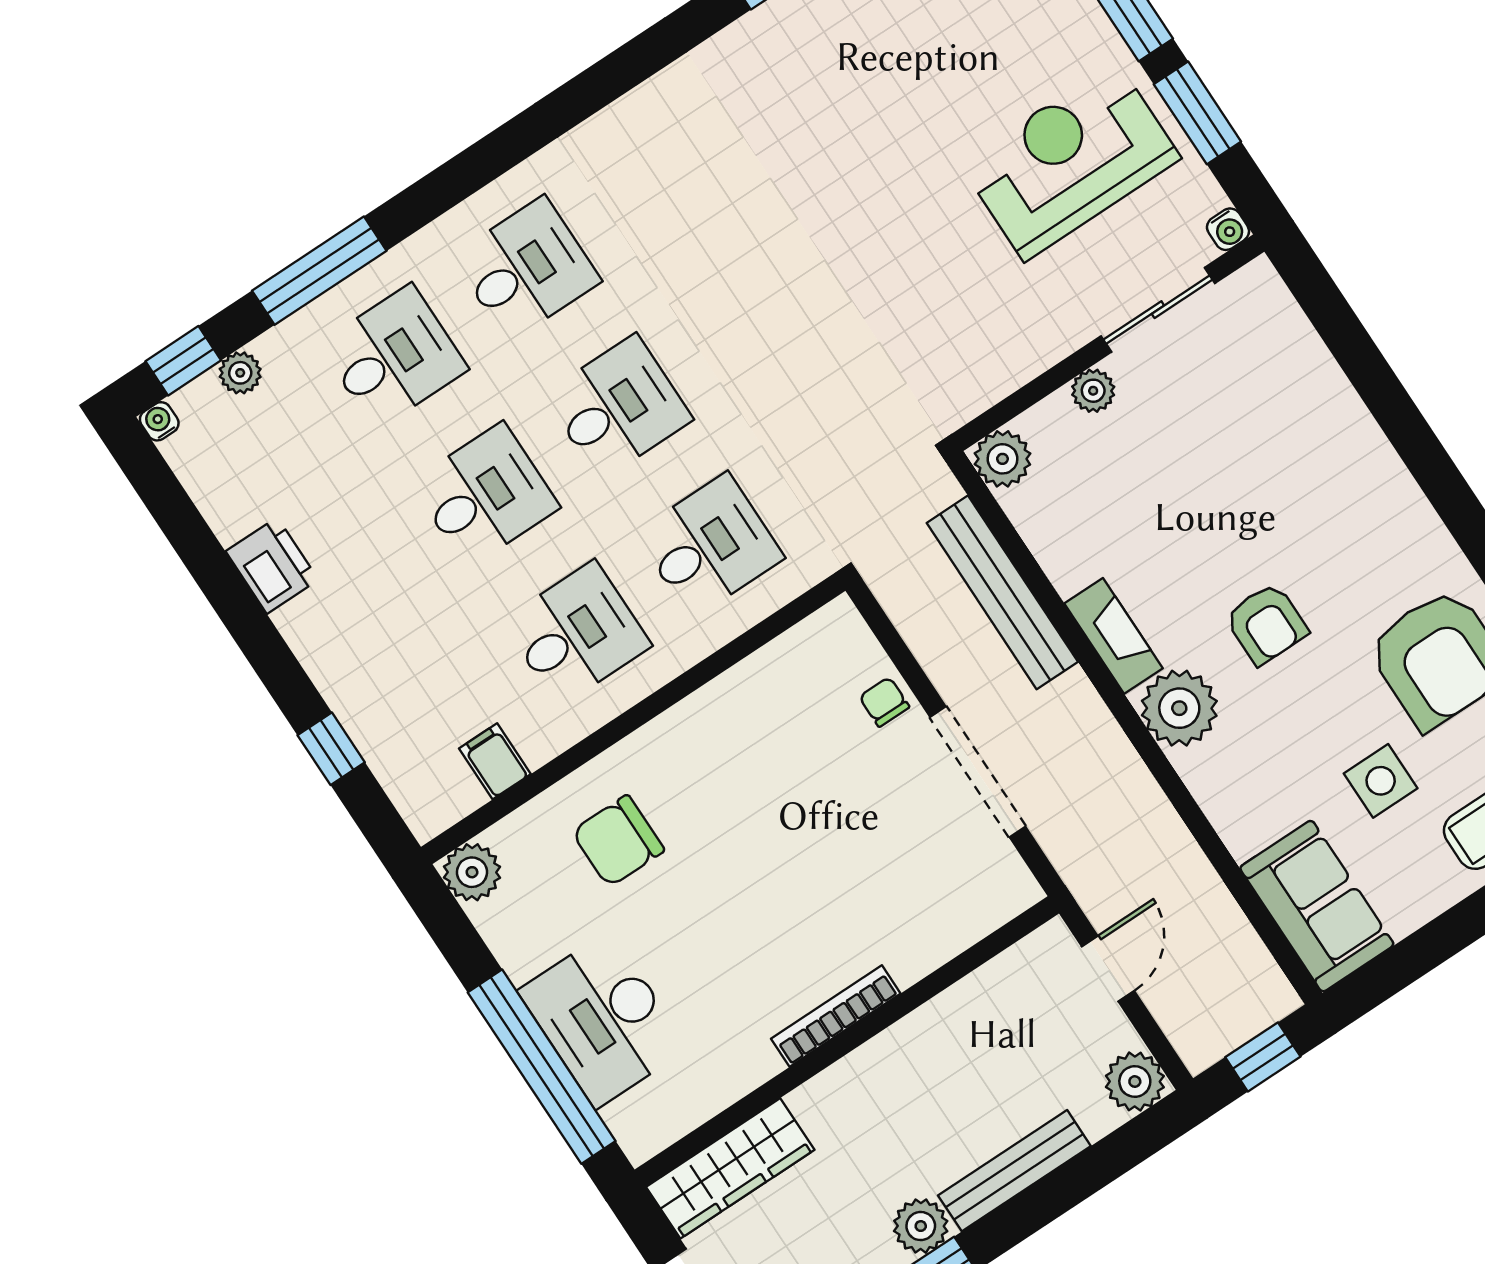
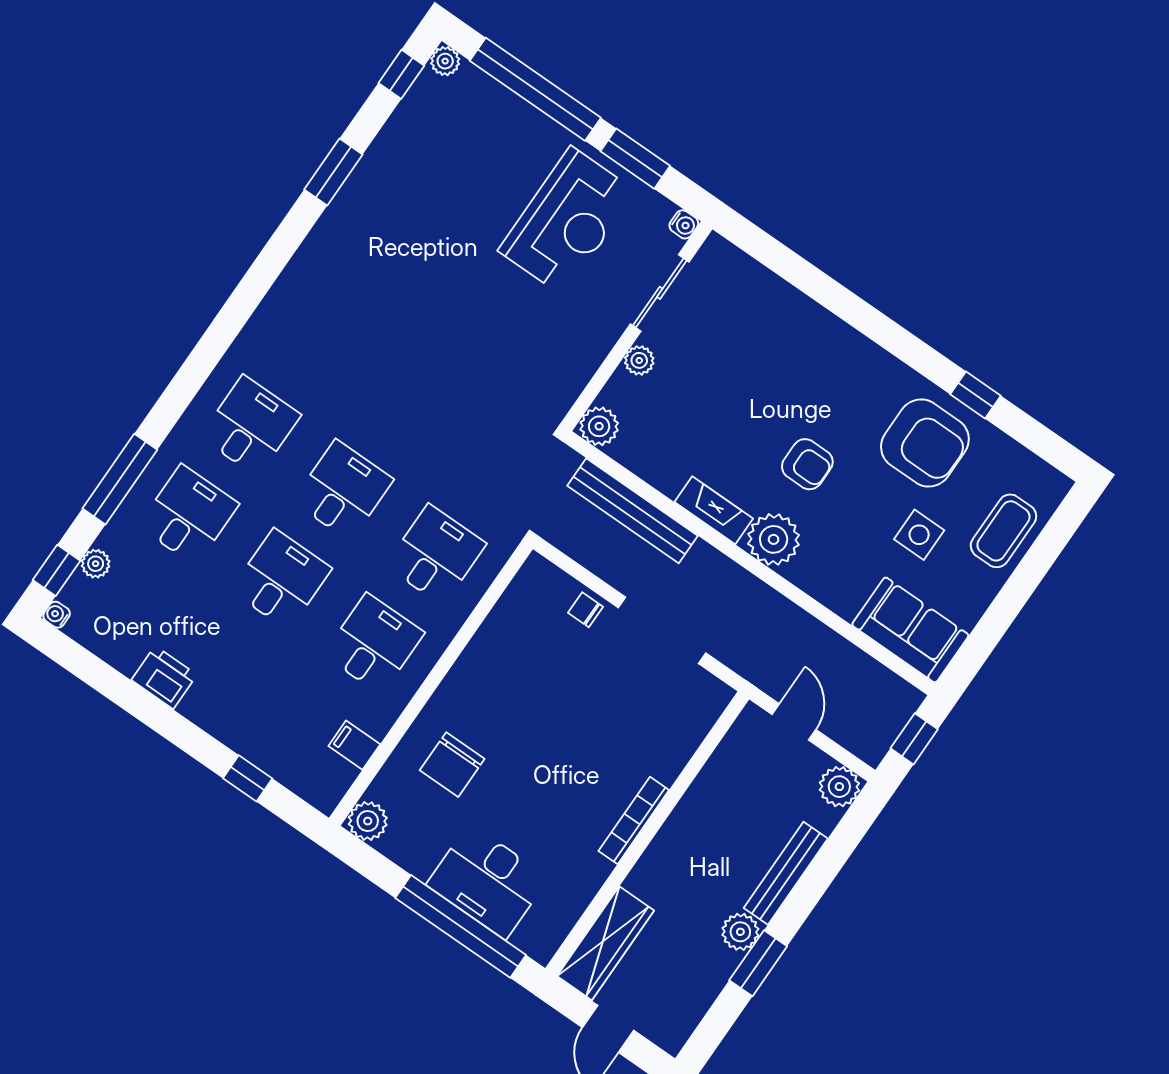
reception desk: (1070, 161) -> (567, 221), turned 180

